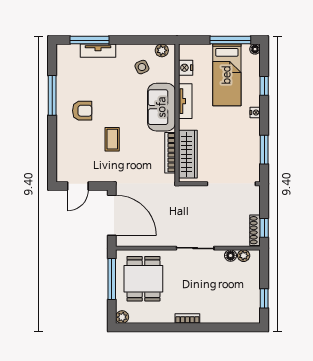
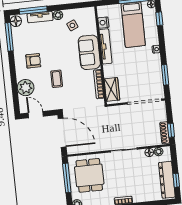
plant: (162, 50) -> (58, 15), moved
floor lamp: (64, 53) -> (16, 21), added
window: (264, 86) -> (159, 19), moved
window: (52, 95) -> (9, 37), moved
tv unit: (185, 101) -> (106, 46), width x1.41
plant: (68, 147) -> (26, 88), added
wardrobe: (188, 154) -> (112, 89), width x0.67
door: (78, 186) -> (36, 115), swing flipped
dresser: (251, 296) -> (167, 180), added

